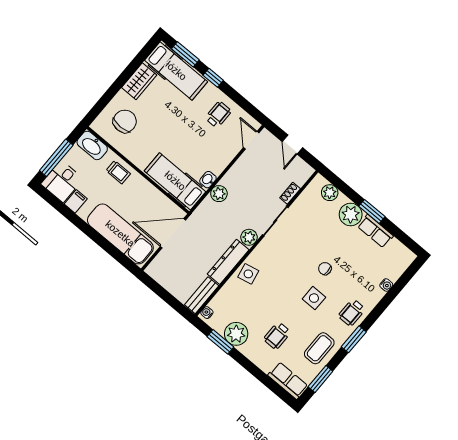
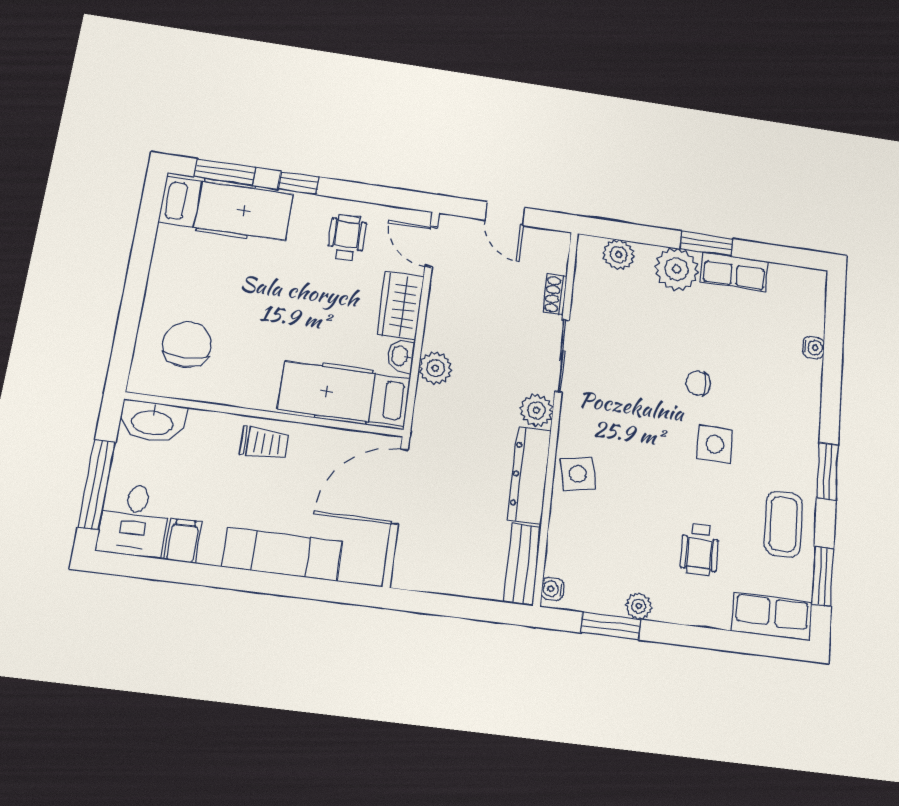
wardrobe: (139, 81) -> (400, 306), moved, turned 180
trolley: (118, 172) -> (264, 443), moved
exam couch: (120, 234) -> (282, 554), width x0.73, depth x0.69
wheelchair: (352, 313) -> (792, 428), removed
plant: (236, 334) -> (639, 606), width x0.53, depth x0.53

